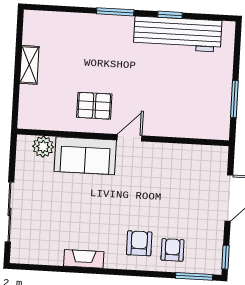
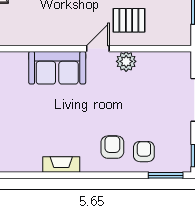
pallet: (94, 106) -> (129, 20), moved
plant: (43, 147) -> (126, 61), moved

